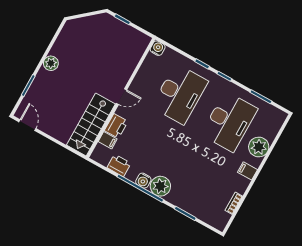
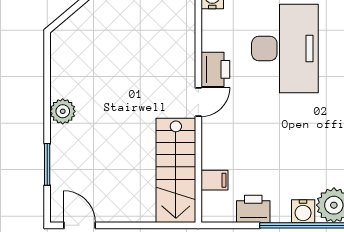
printer: (116, 126) -> (215, 69), moved

